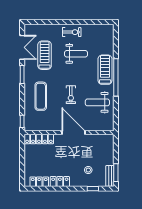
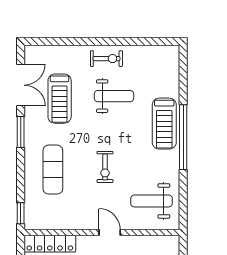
treadmill: (45, 55) -> (60, 99), turned 180
treadmill: (105, 70) -> (164, 124), turned 180
weight bench: (97, 102) -> (152, 201), moved
door: (73, 133) -> (110, 233), width x0.53

